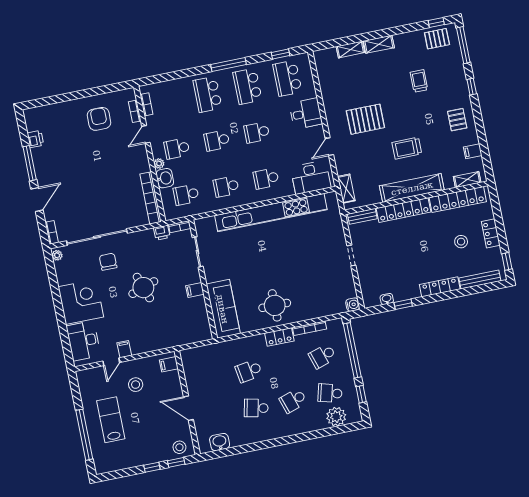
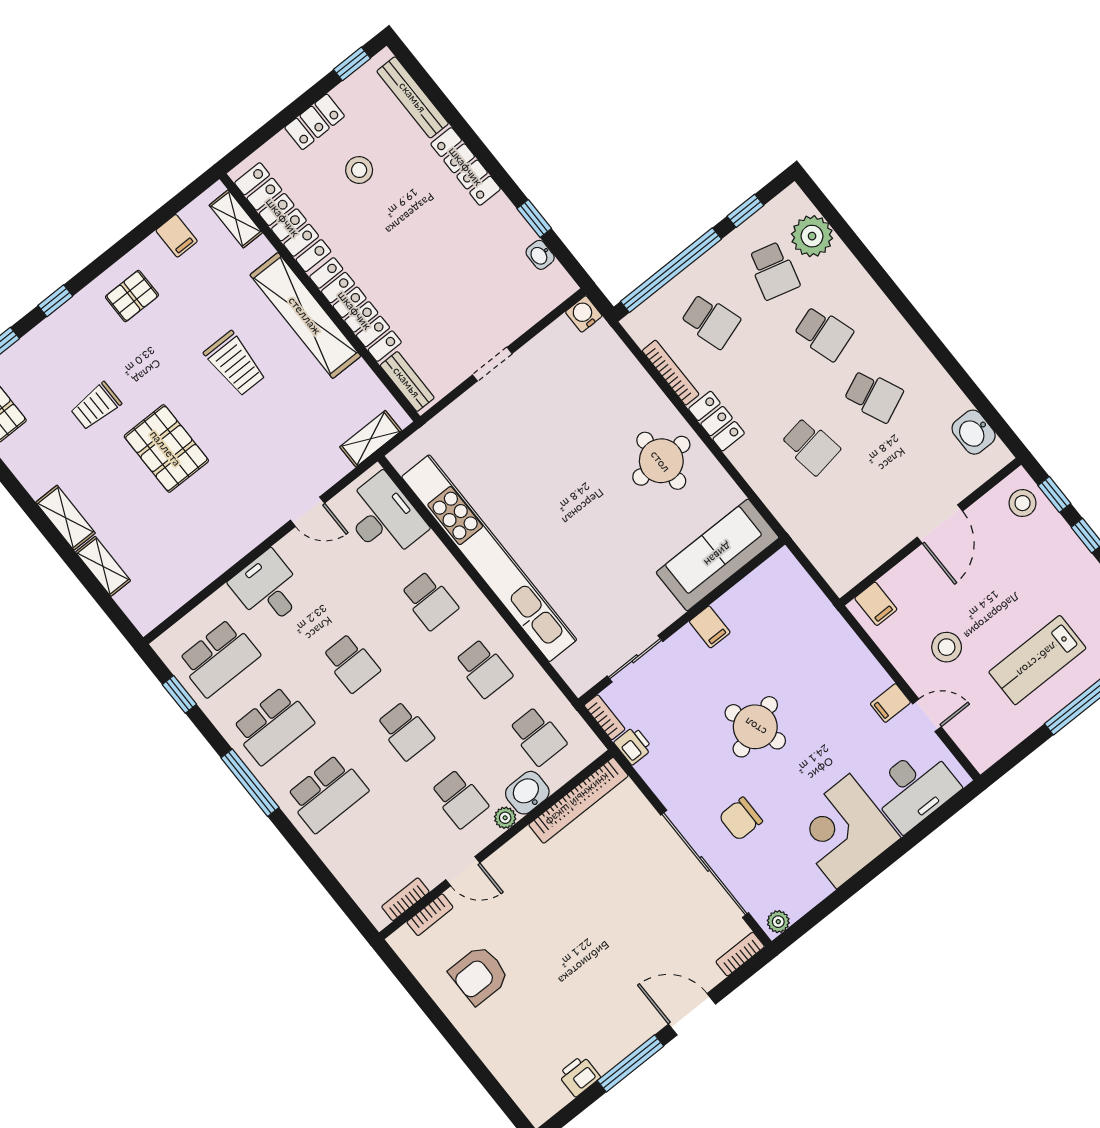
pallet: (365, 119) -> (166, 448), moved
school desk: (256, 408) -> (874, 396), turned -36

